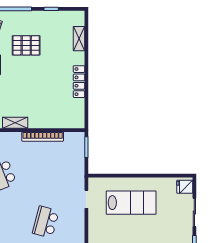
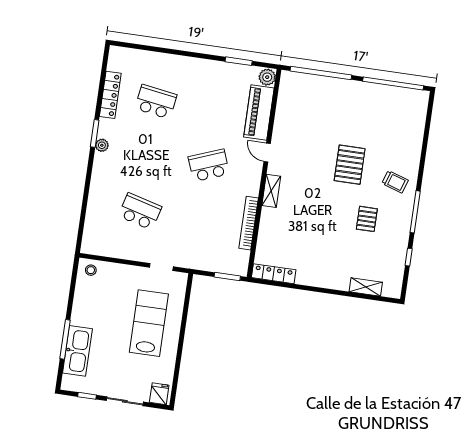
pallet: (26, 45) -> (367, 219), width x0.67, depth x0.71
locker: (79, 82) -> (274, 274), moved
lab bench: (131, 203) -> (149, 323), turned 180

